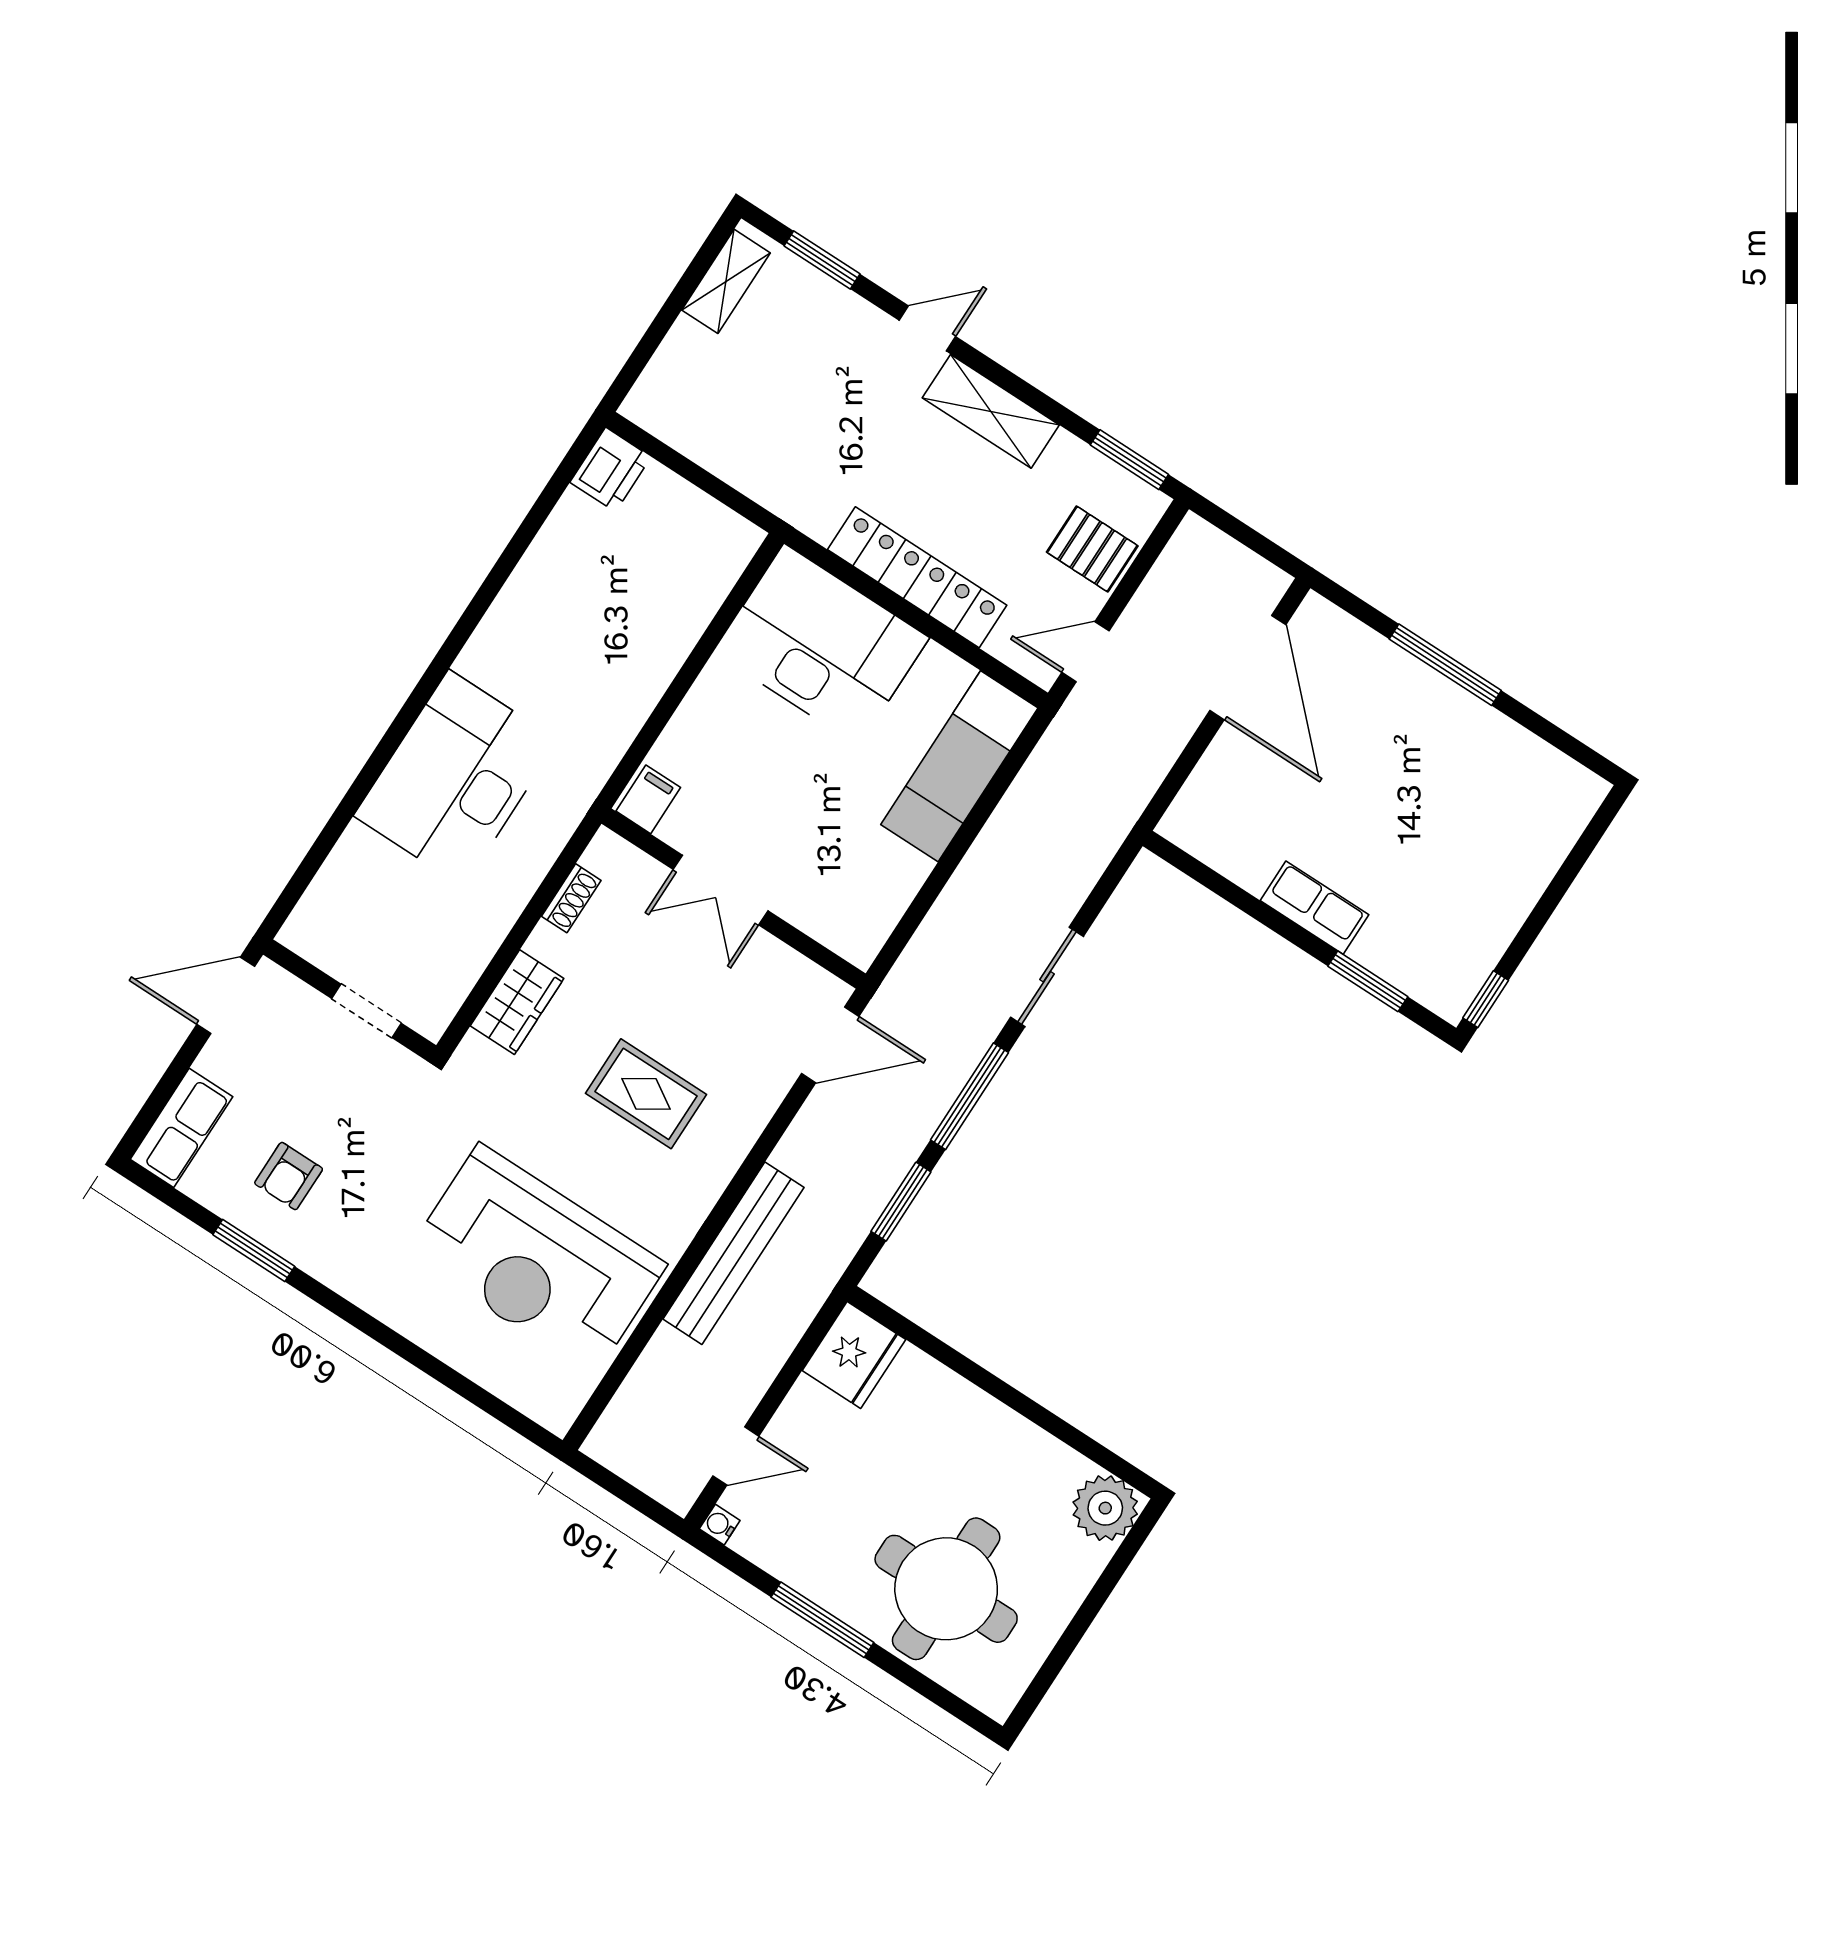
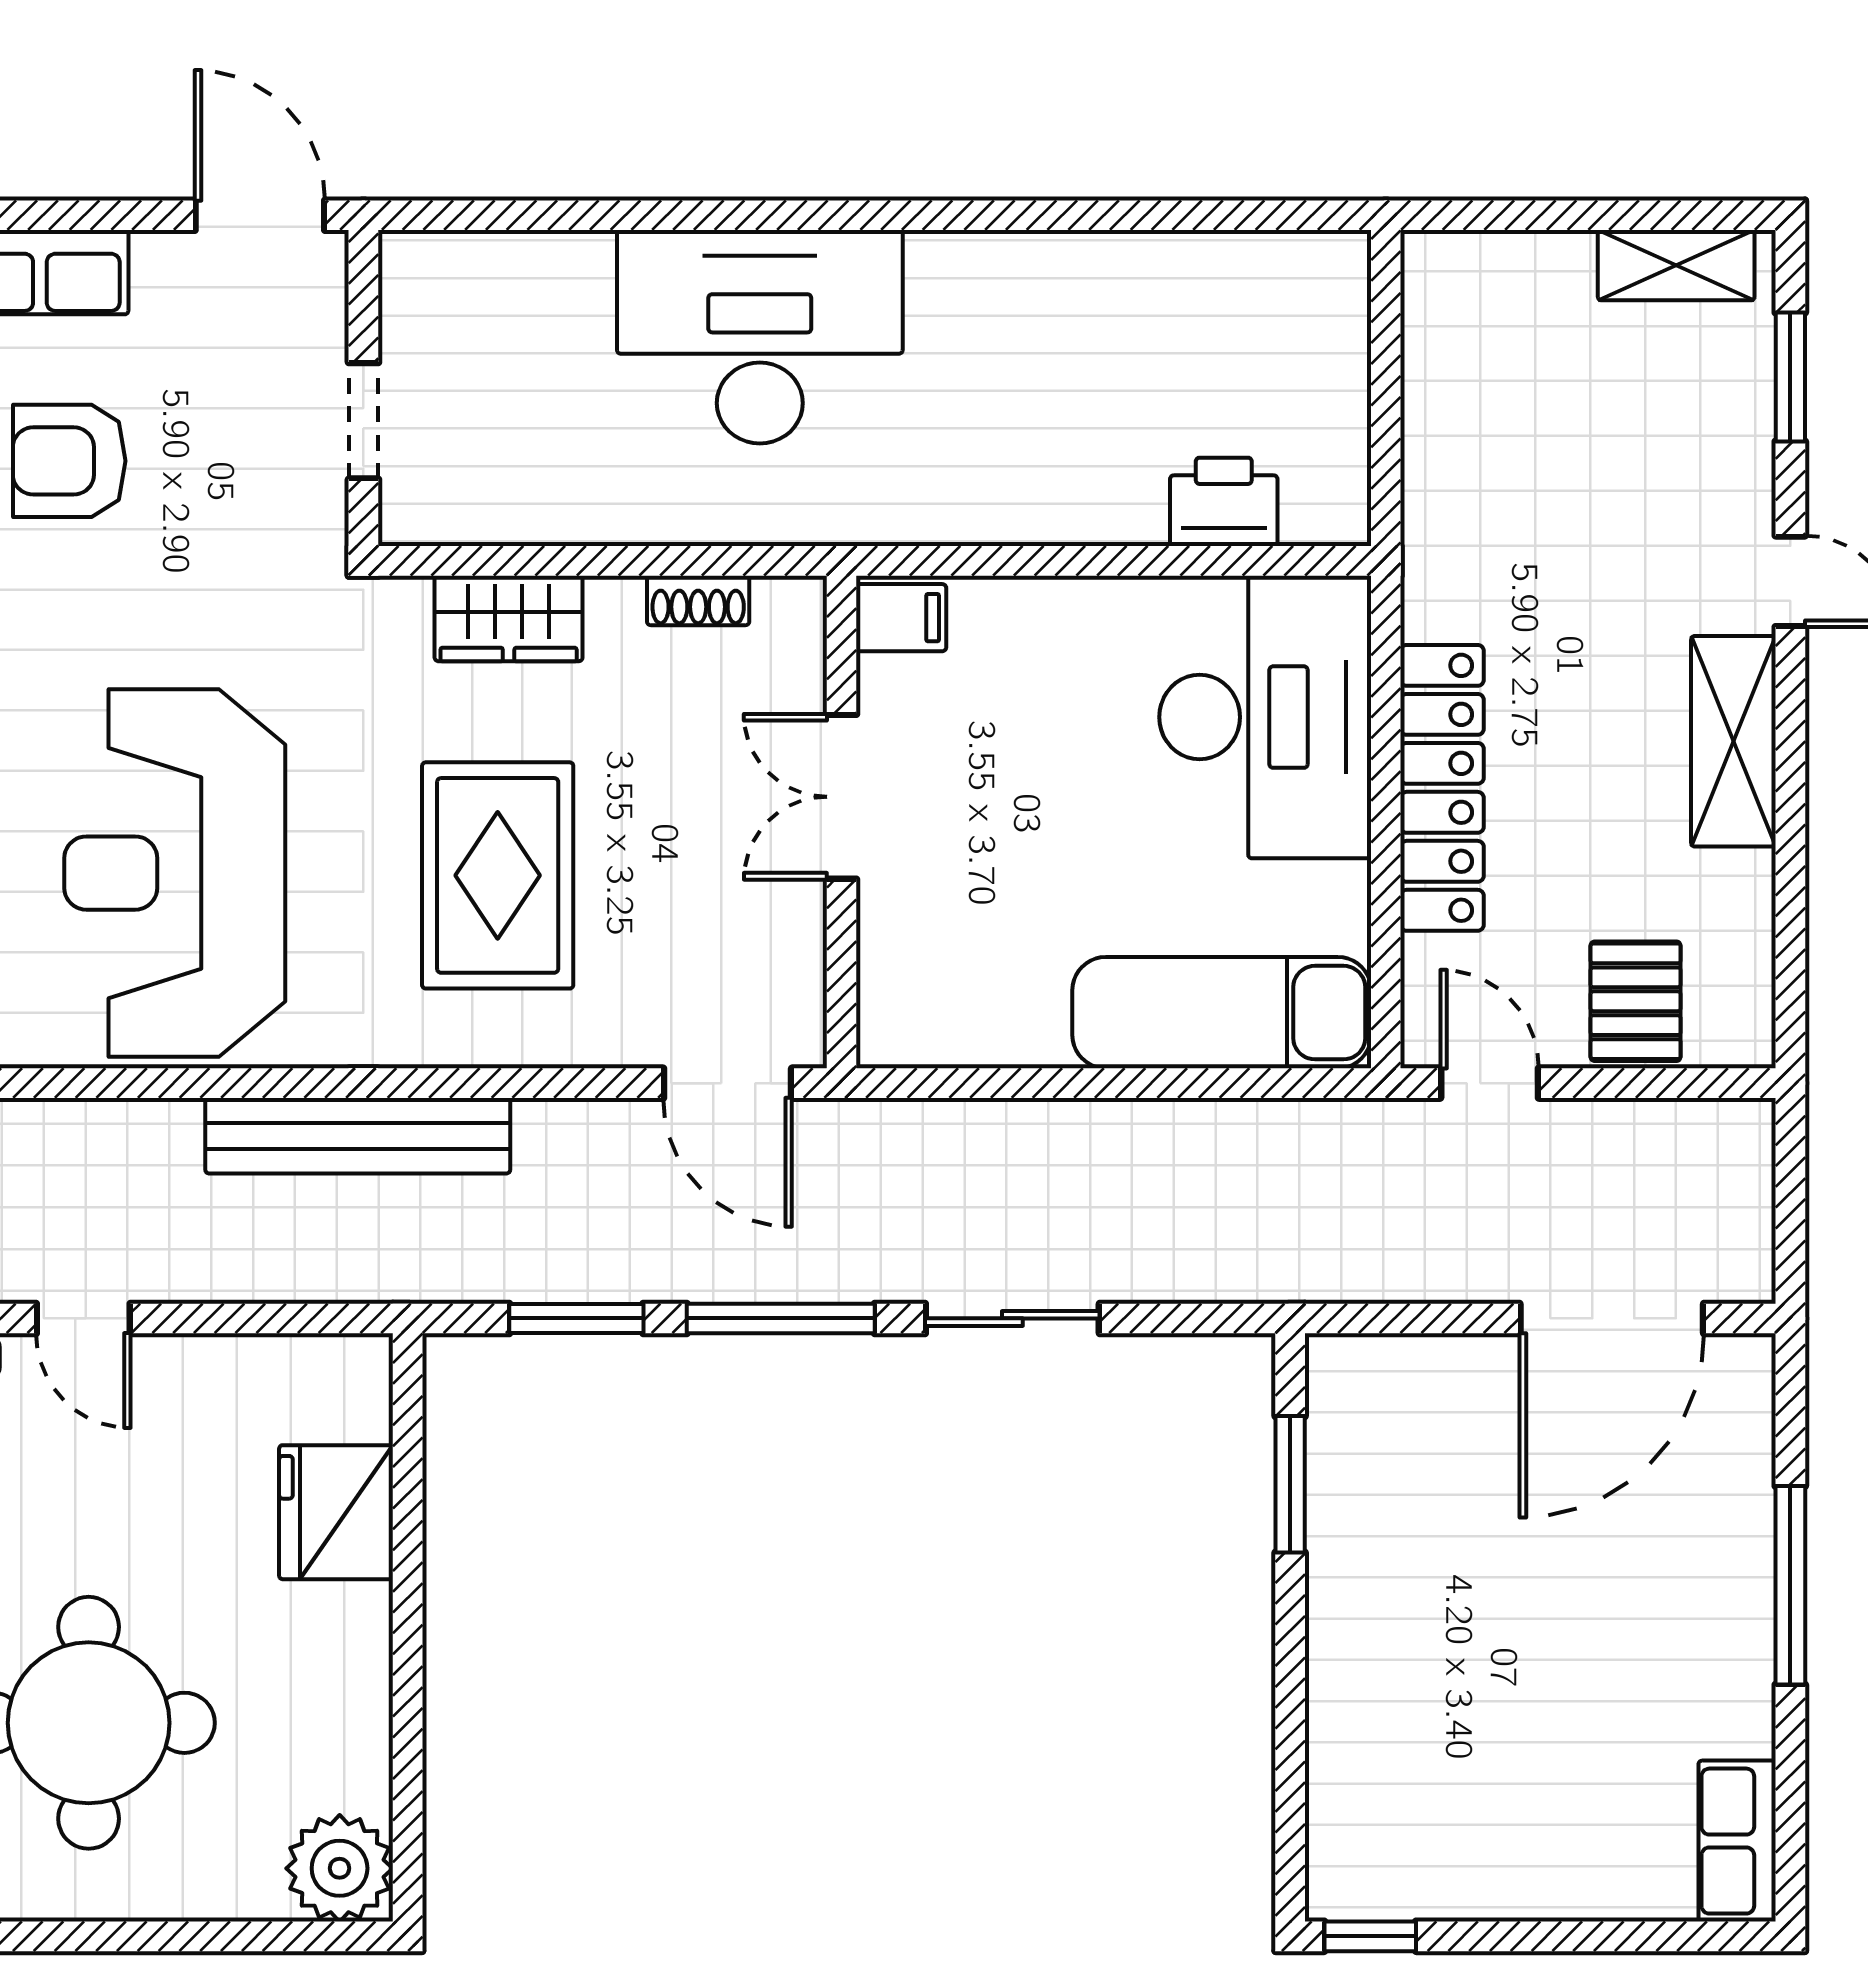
window: (1129, 460) -> (1790, 973), removed
printer: (611, 470) -> (1224, 502), moved, turned 180
row of seats: (1314, 908) -> (1737, 1841), moved, turned 180
window: (1368, 981) -> (1290, 1484), moved
rug: (646, 1094) -> (498, 875), width x1.36, depth x1.43
armchair: (289, 1176) -> (69, 461), width x1.38, depth x1.38
fridge: (854, 1355) -> (336, 1512), moved, turned 90

